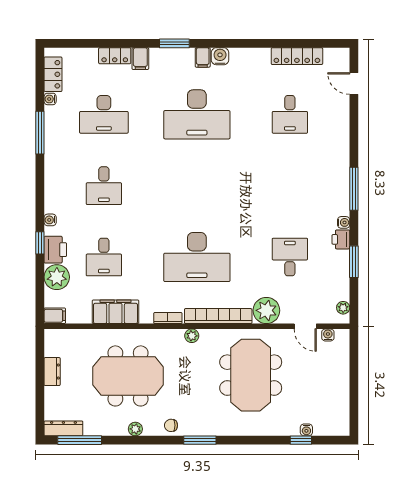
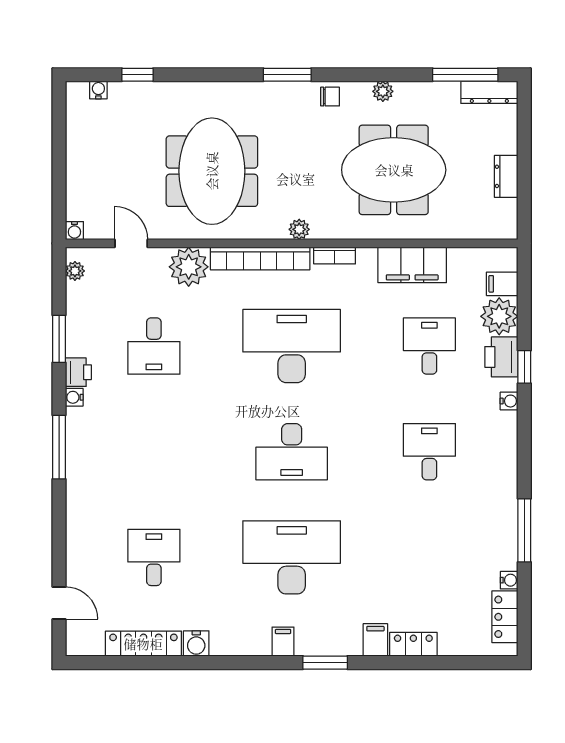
water cooler: (220, 56) -> (196, 643), moved
desk: (104, 114) -> (292, 452), moved, turned 180
filing cabinet: (55, 316) -> (502, 284), moved
water cooler: (328, 335) -> (74, 231), moved
water cooler: (306, 430) -> (98, 90), moved

